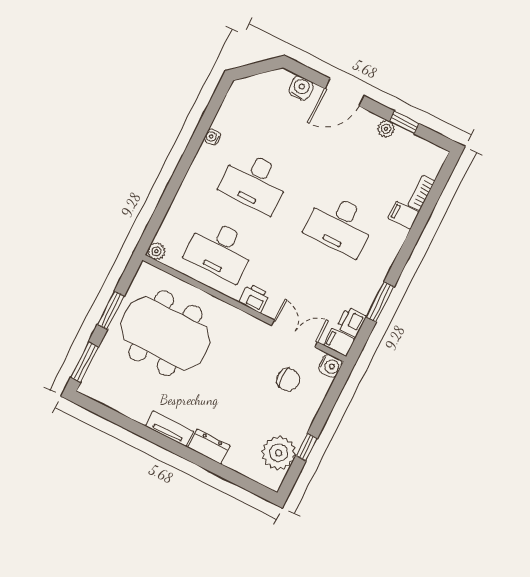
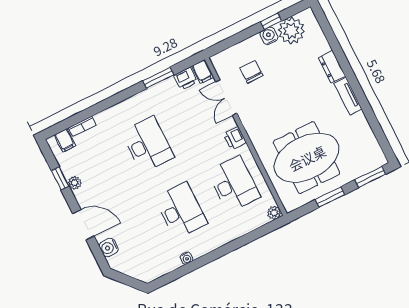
filing cabinet: (403, 215) -> (65, 140), moved
meeting table: (165, 333) -> (307, 158), turned 90
water cooler: (330, 366) -> (269, 36), moved

